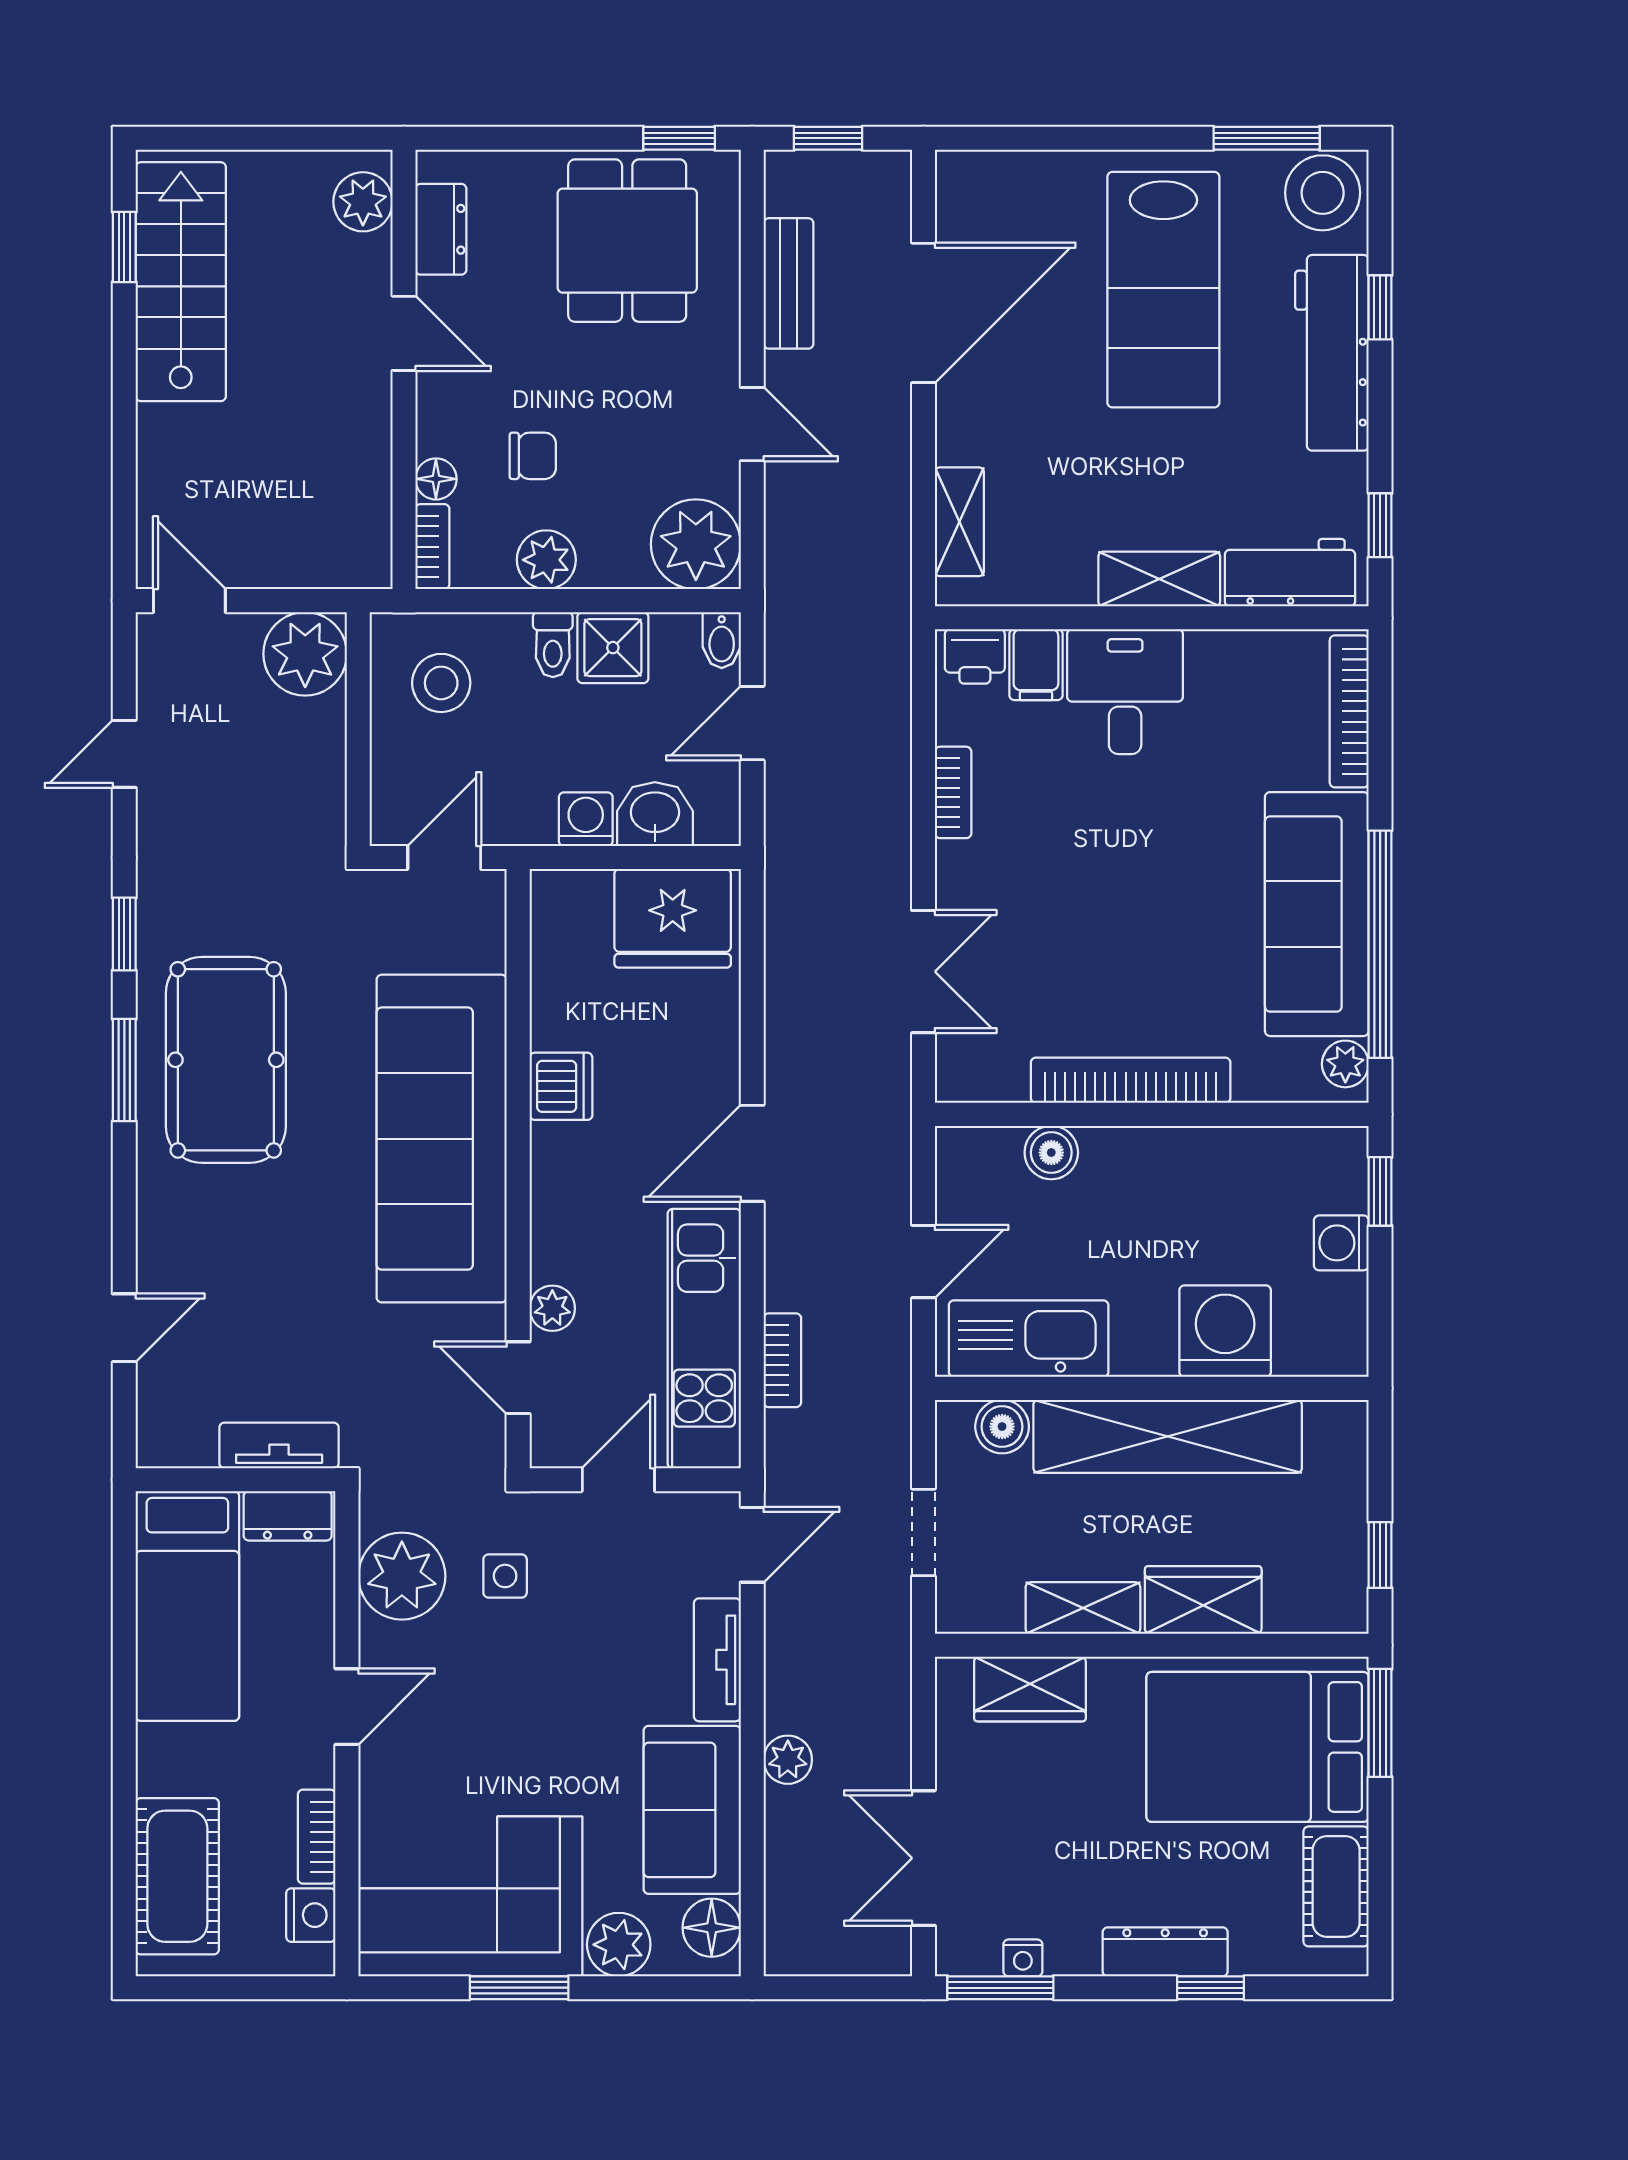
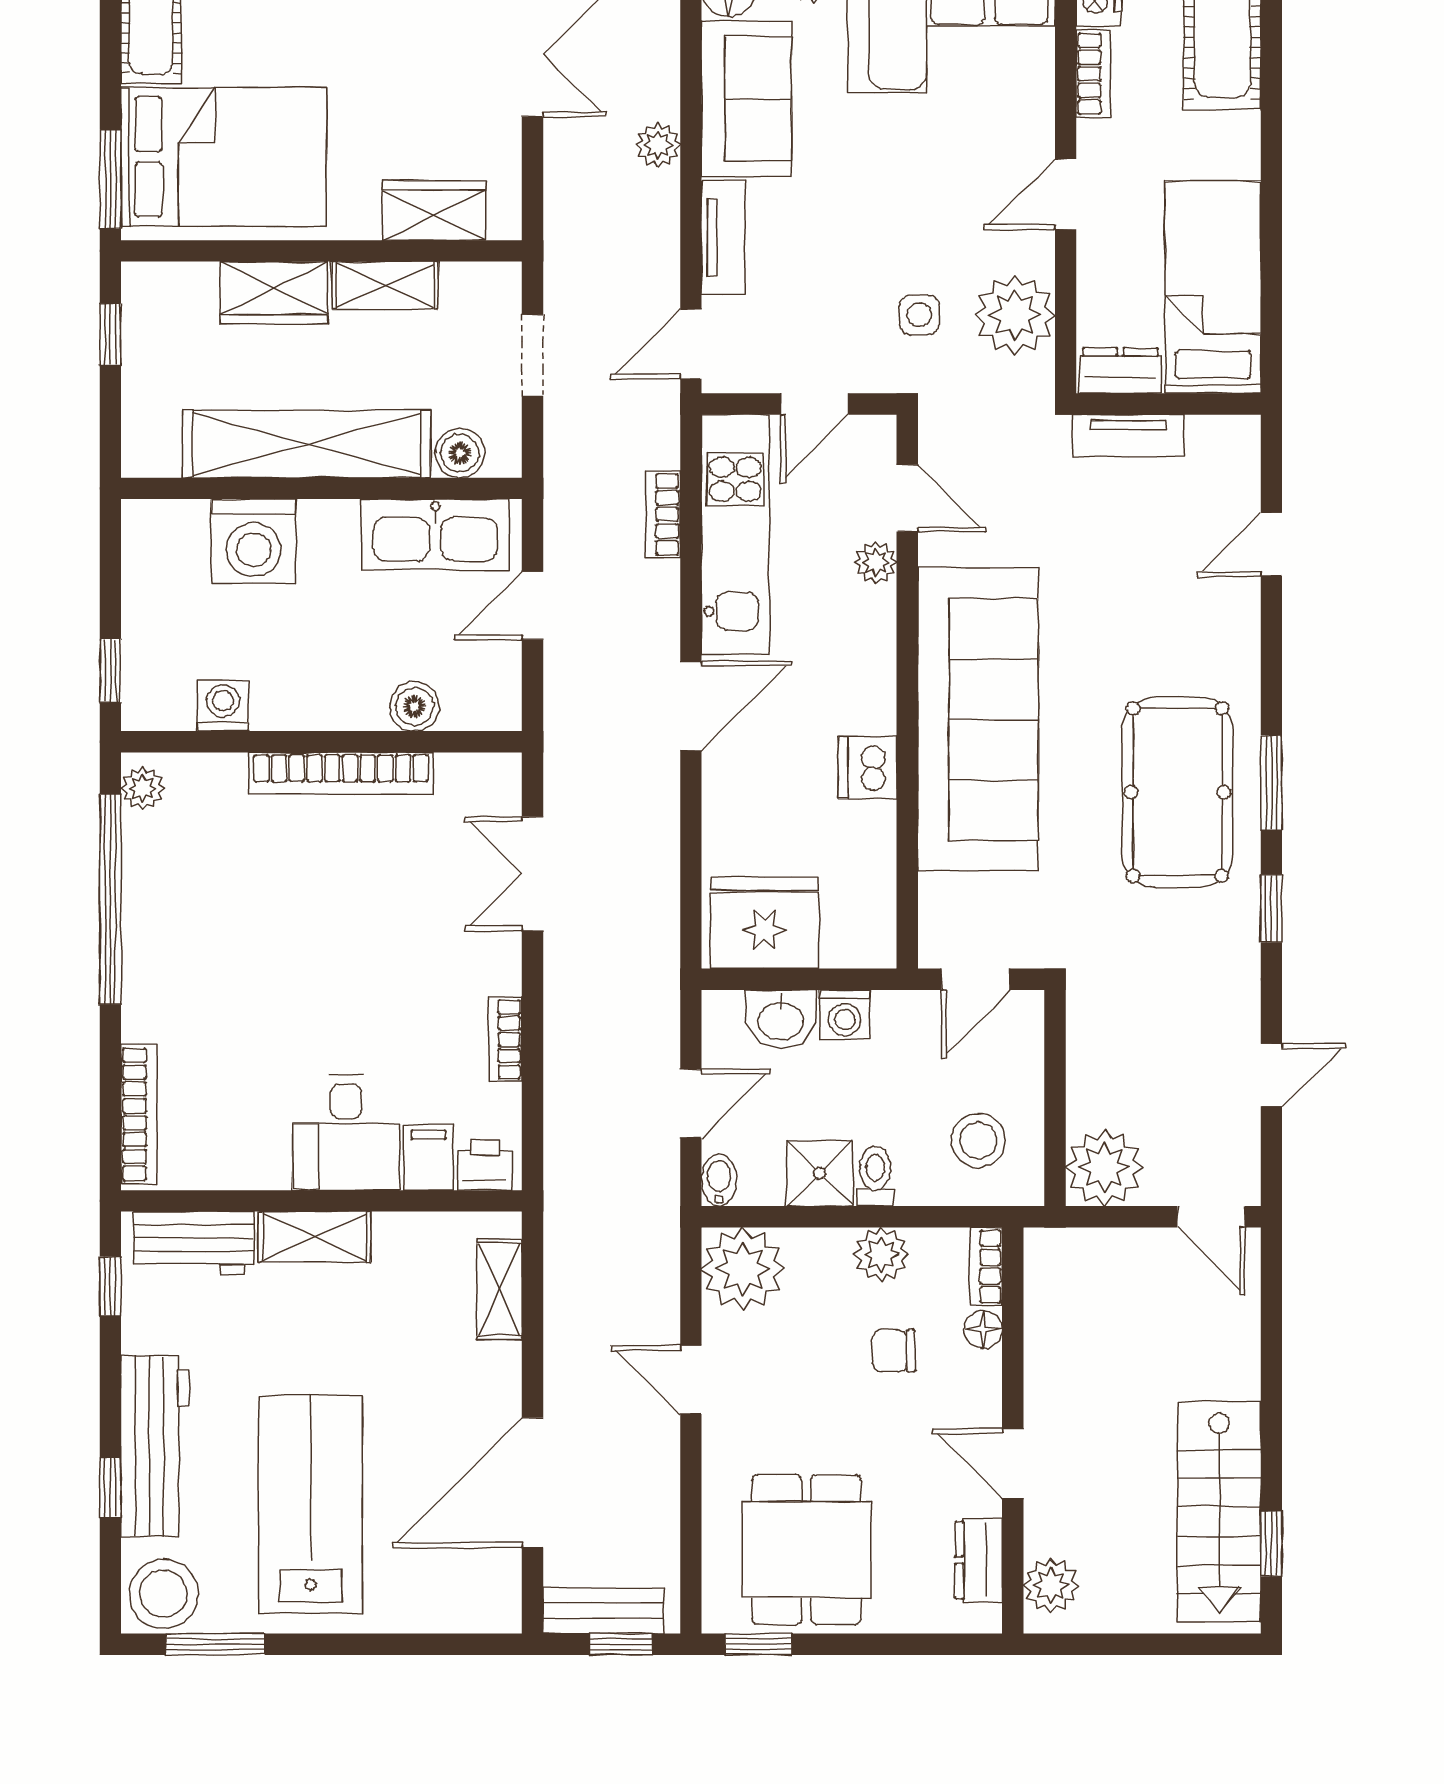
bench: (789, 283) -> (603, 1611), moved, turned 90
sofa: (1317, 914) -> (169, 927), removed
washing machine: (1341, 1243) -> (223, 706), moved, turned -90

